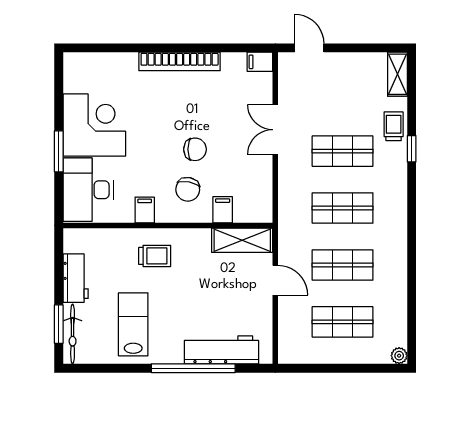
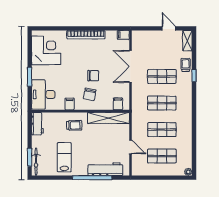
door: (309, 48) -> (169, 28), moved
corner desk: (94, 125) -> (46, 50), moved
double door: (275, 130) -> (130, 66), width x1.37
filing cabinet: (223, 210) -> (118, 104), moved
shelving: (242, 240) -> (108, 118), width x1.47
workbench: (76, 278) -> (37, 124), moved
door: (275, 280) -> (130, 147), moved

